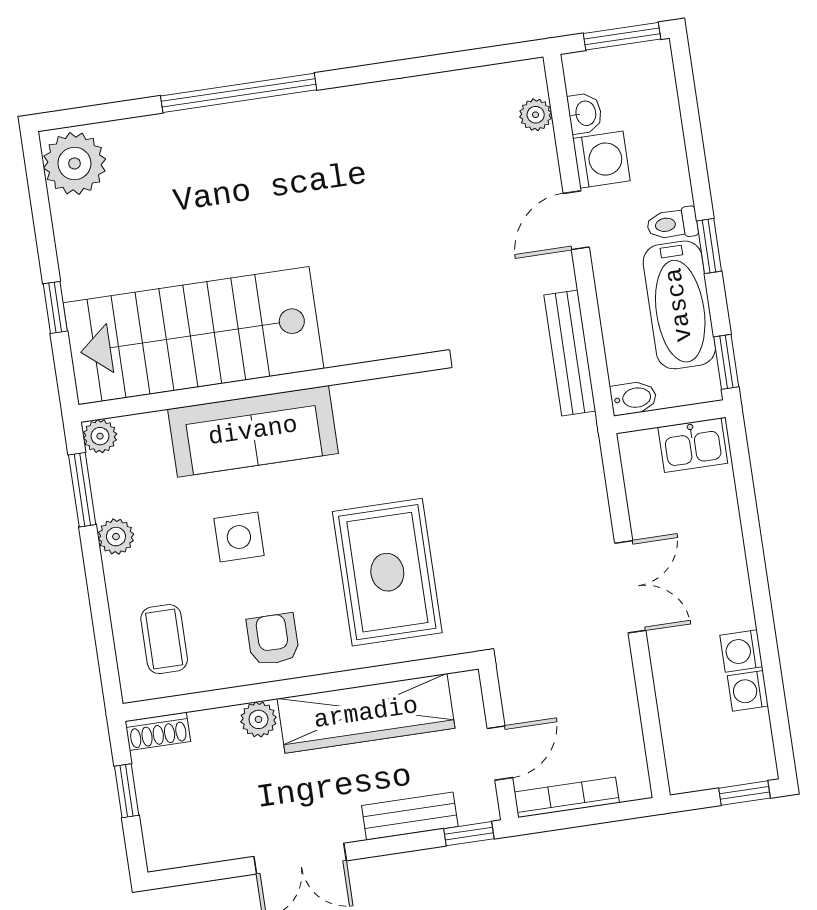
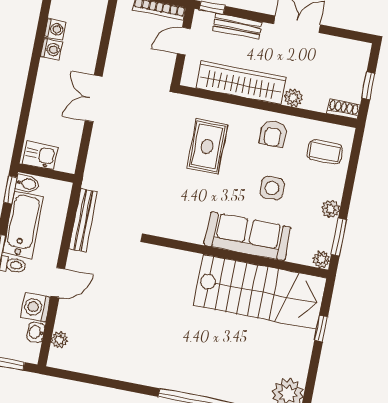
bidet: (634, 398) -> (27, 184), moved, turned 180
rug: (387, 572) -> (207, 146), width x0.73, depth x0.70
coffee table: (164, 639) -> (325, 152), turned 90

